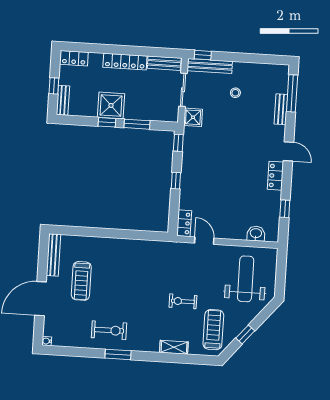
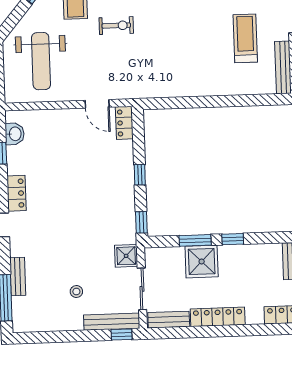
shower: (111, 105) -> (202, 262), moved
washbasin: (256, 234) -> (15, 134), moved, turned -90

